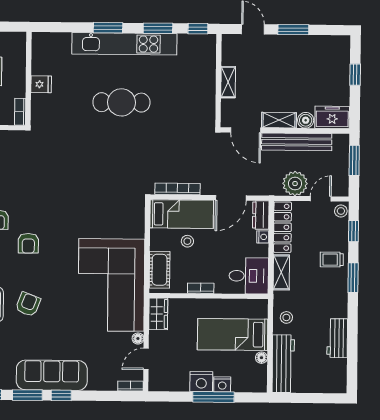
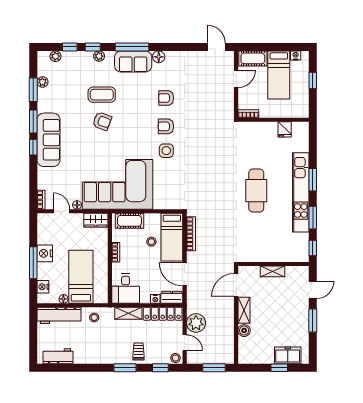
fridge: (41, 84) -> (285, 129), moved
freezer: (332, 117) -> (288, 355), moved, turned -90
bench: (297, 142) -> (228, 324), removed
side table: (68, 220) -> (166, 151), added
armchair: (28, 243) -> (166, 126), moved
workbench: (337, 338) -> (58, 356), moved
nightstand: (222, 384) -> (43, 287), moved

